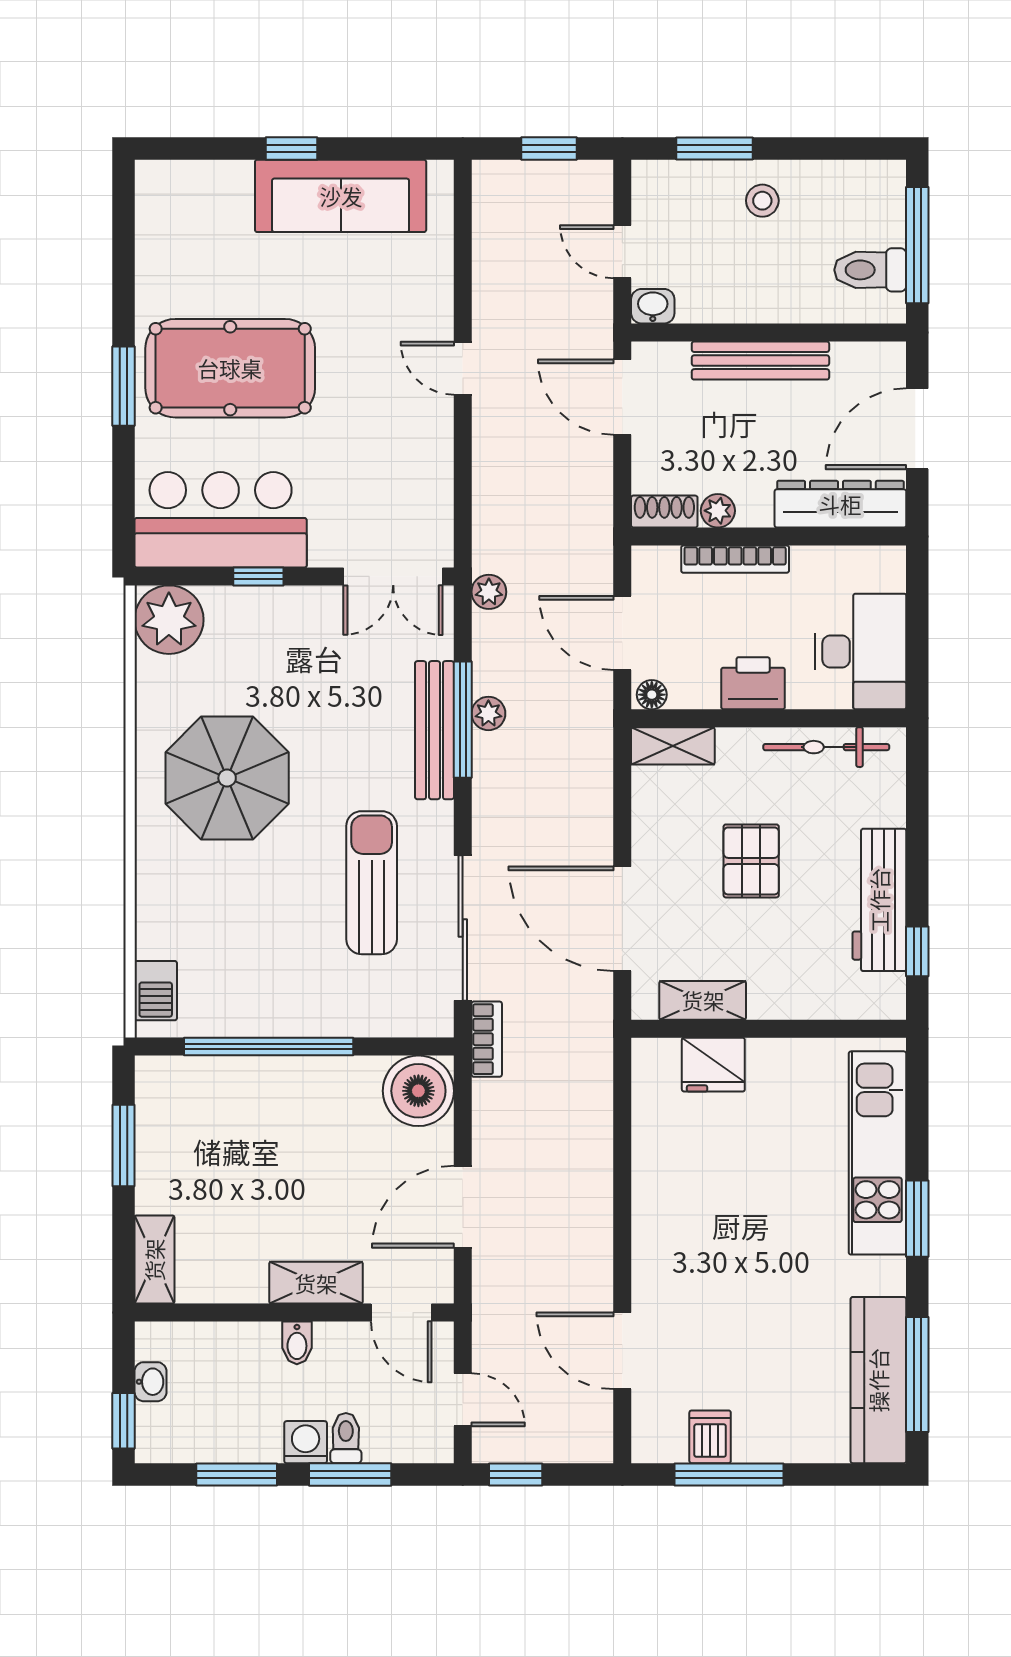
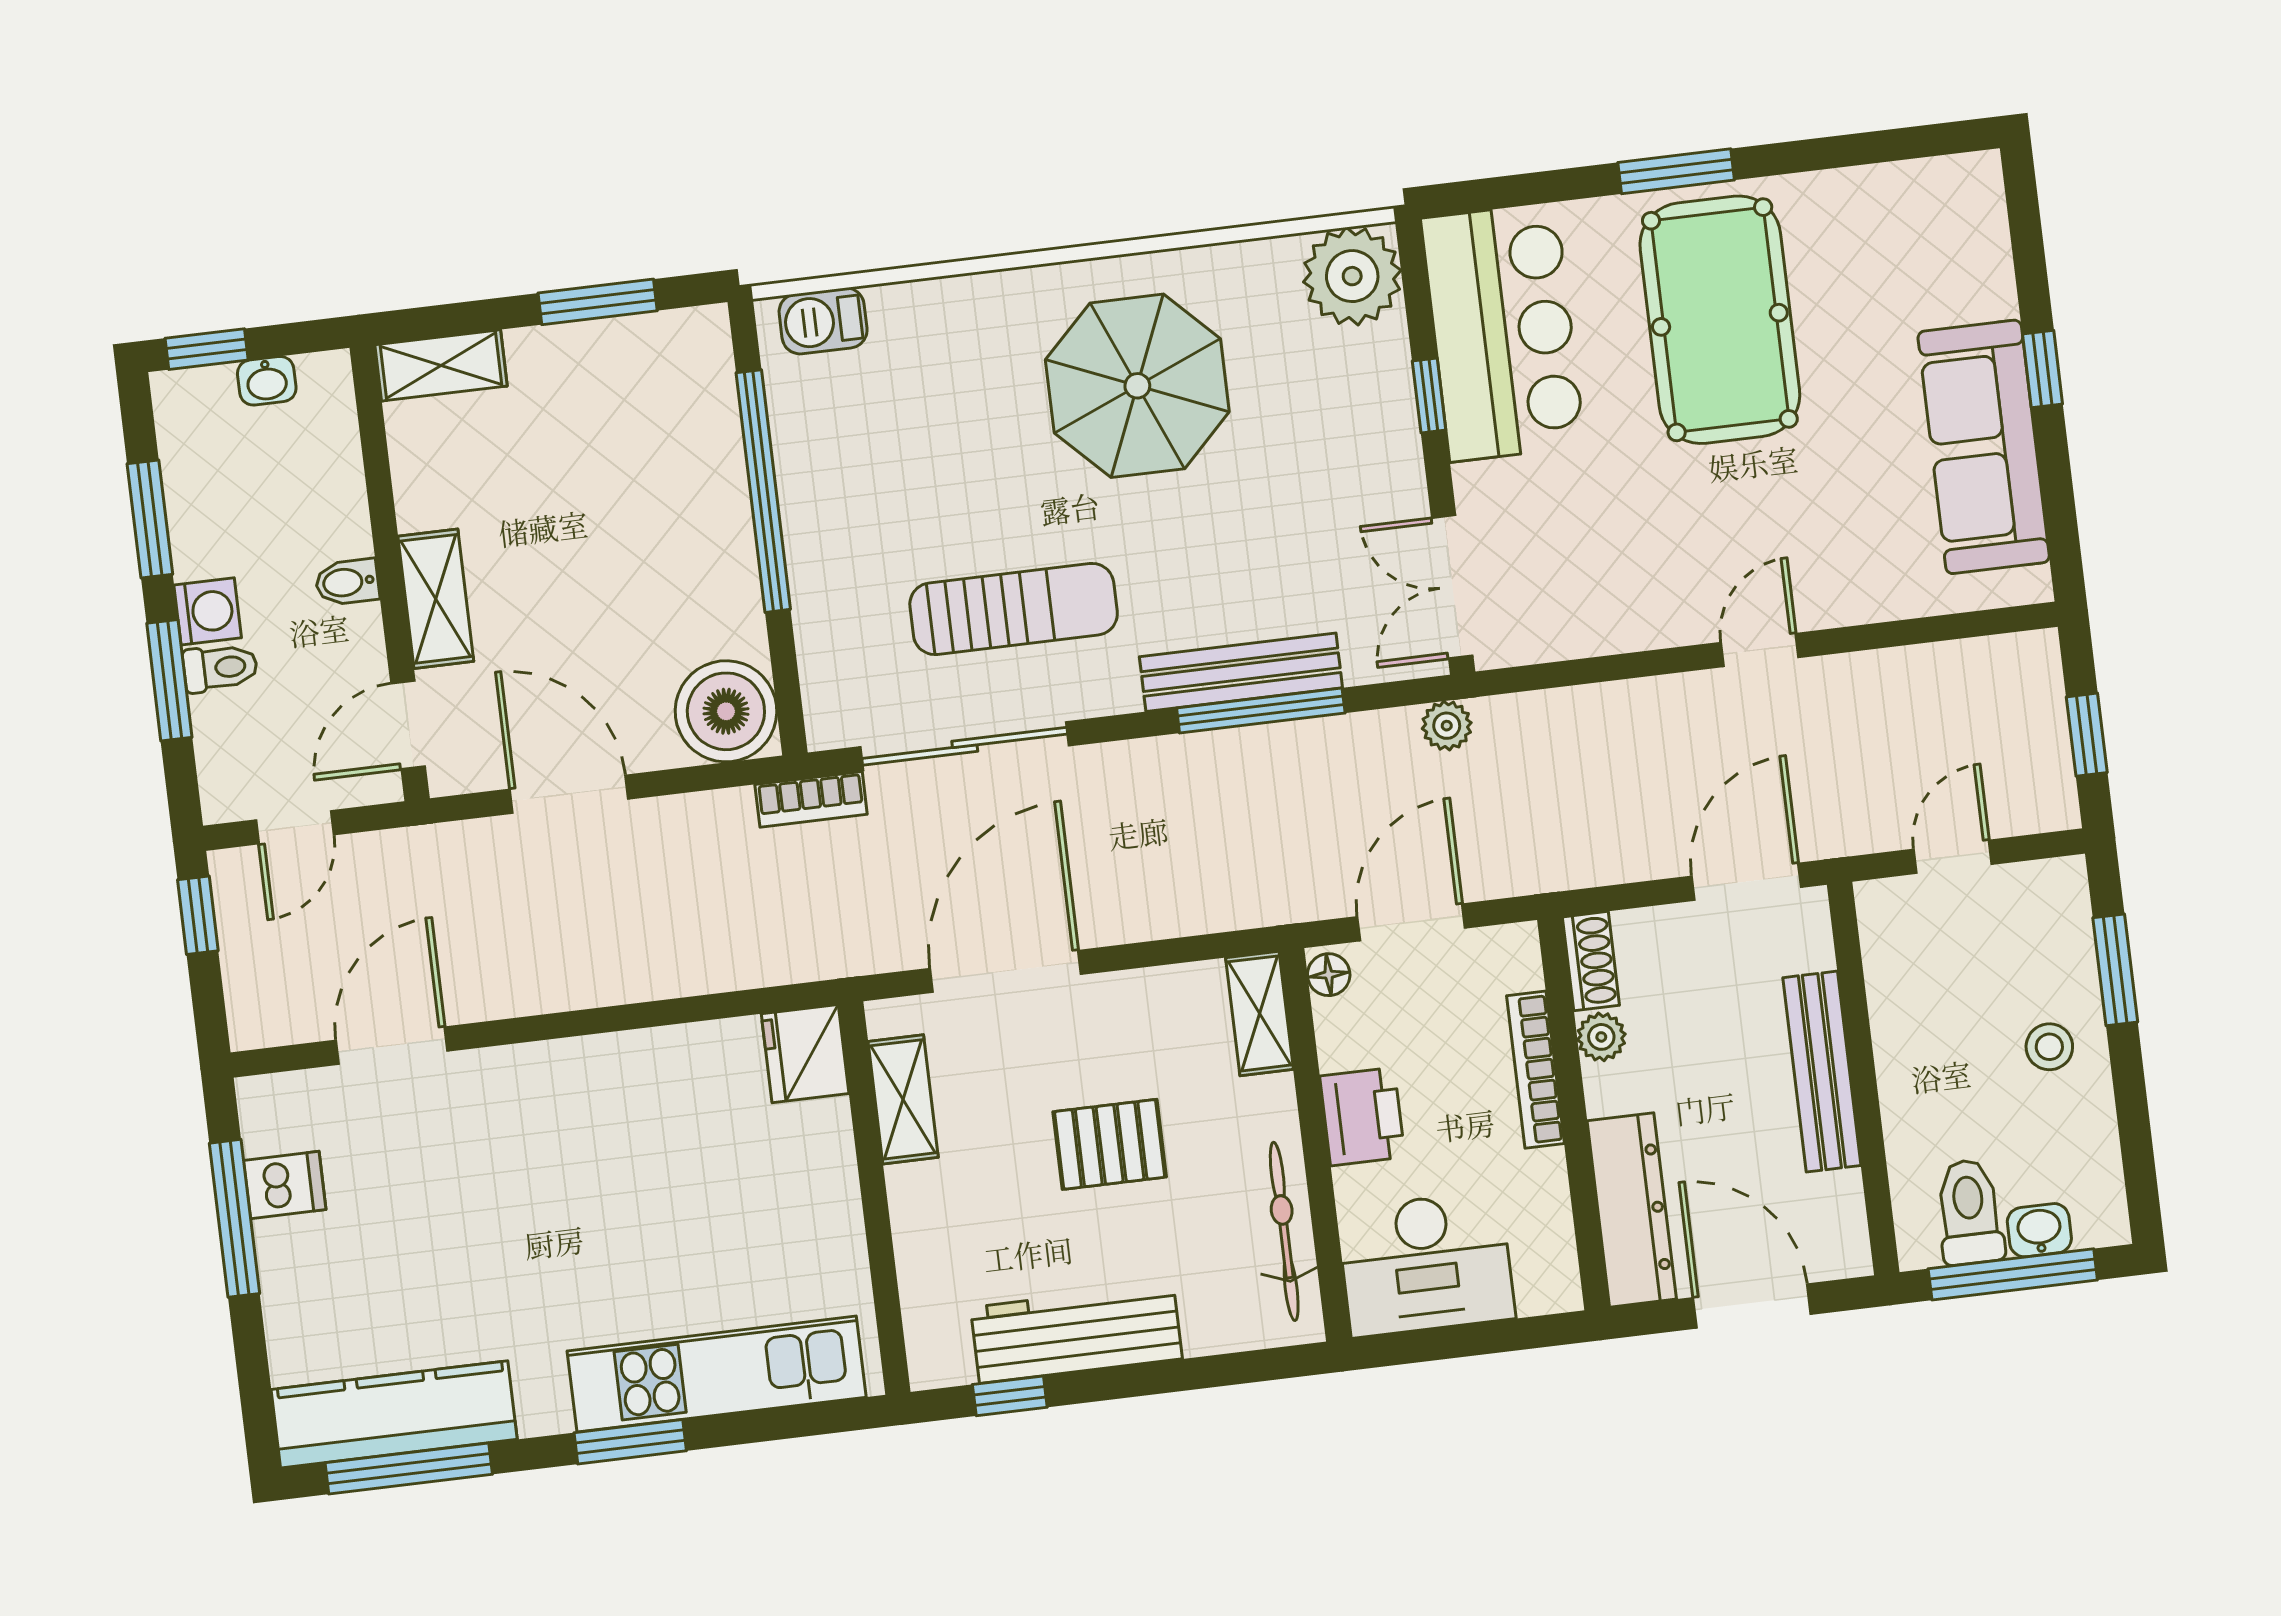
washbasin: (653, 306) -> (2039, 1230), moved, turned -90
plant: (488, 713) -> (1274, 746), removed
fridge: (713, 1065) -> (805, 1054), moved

